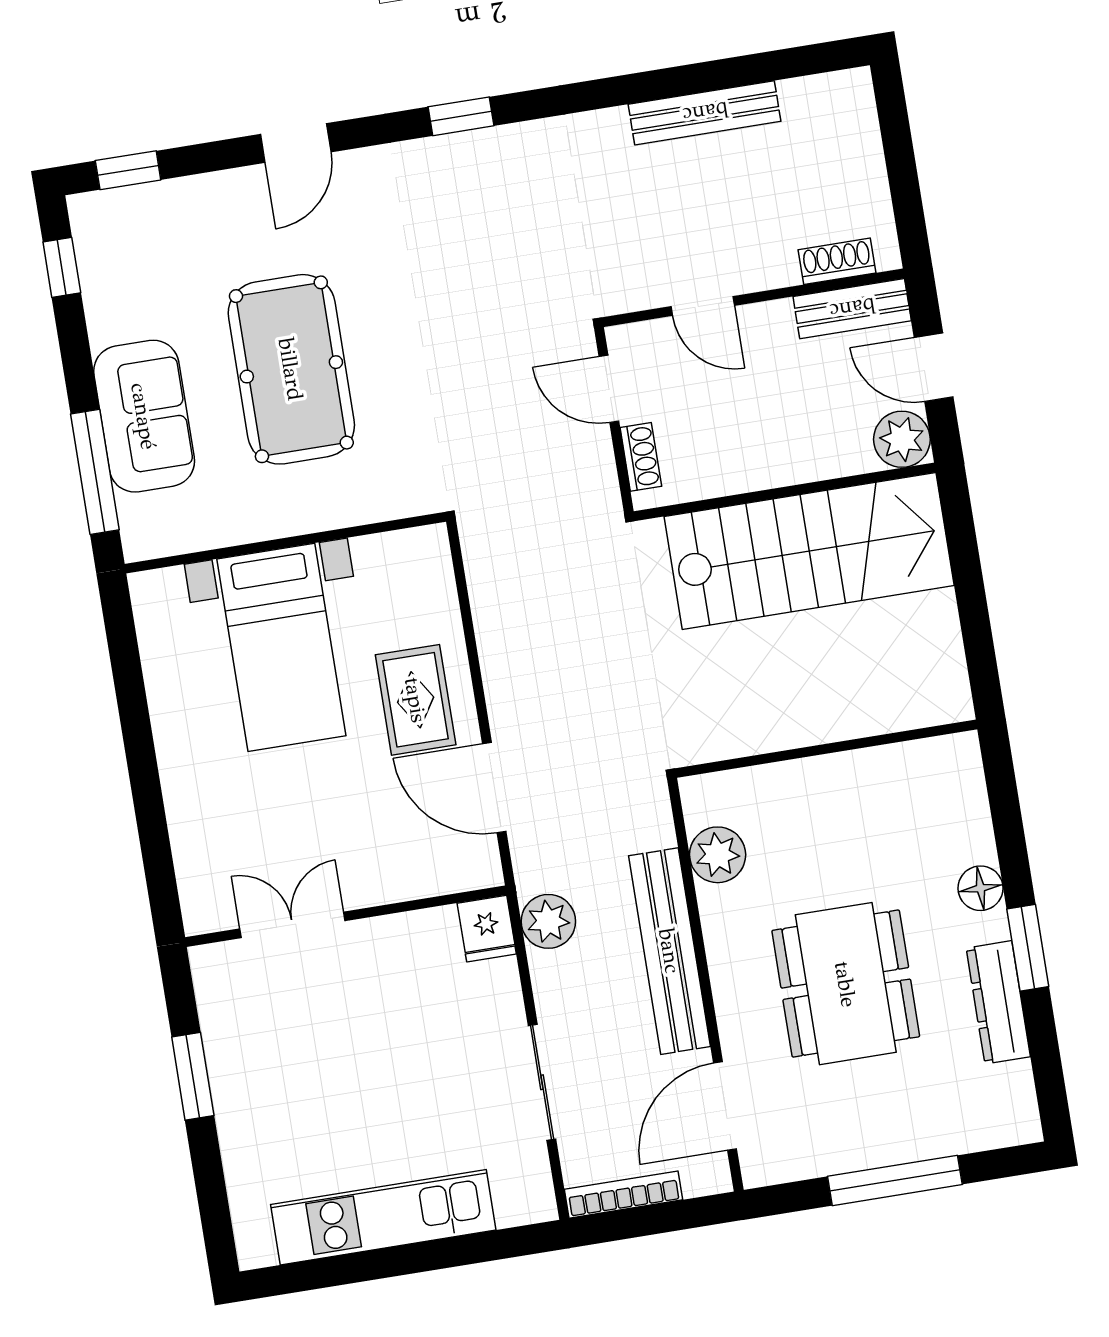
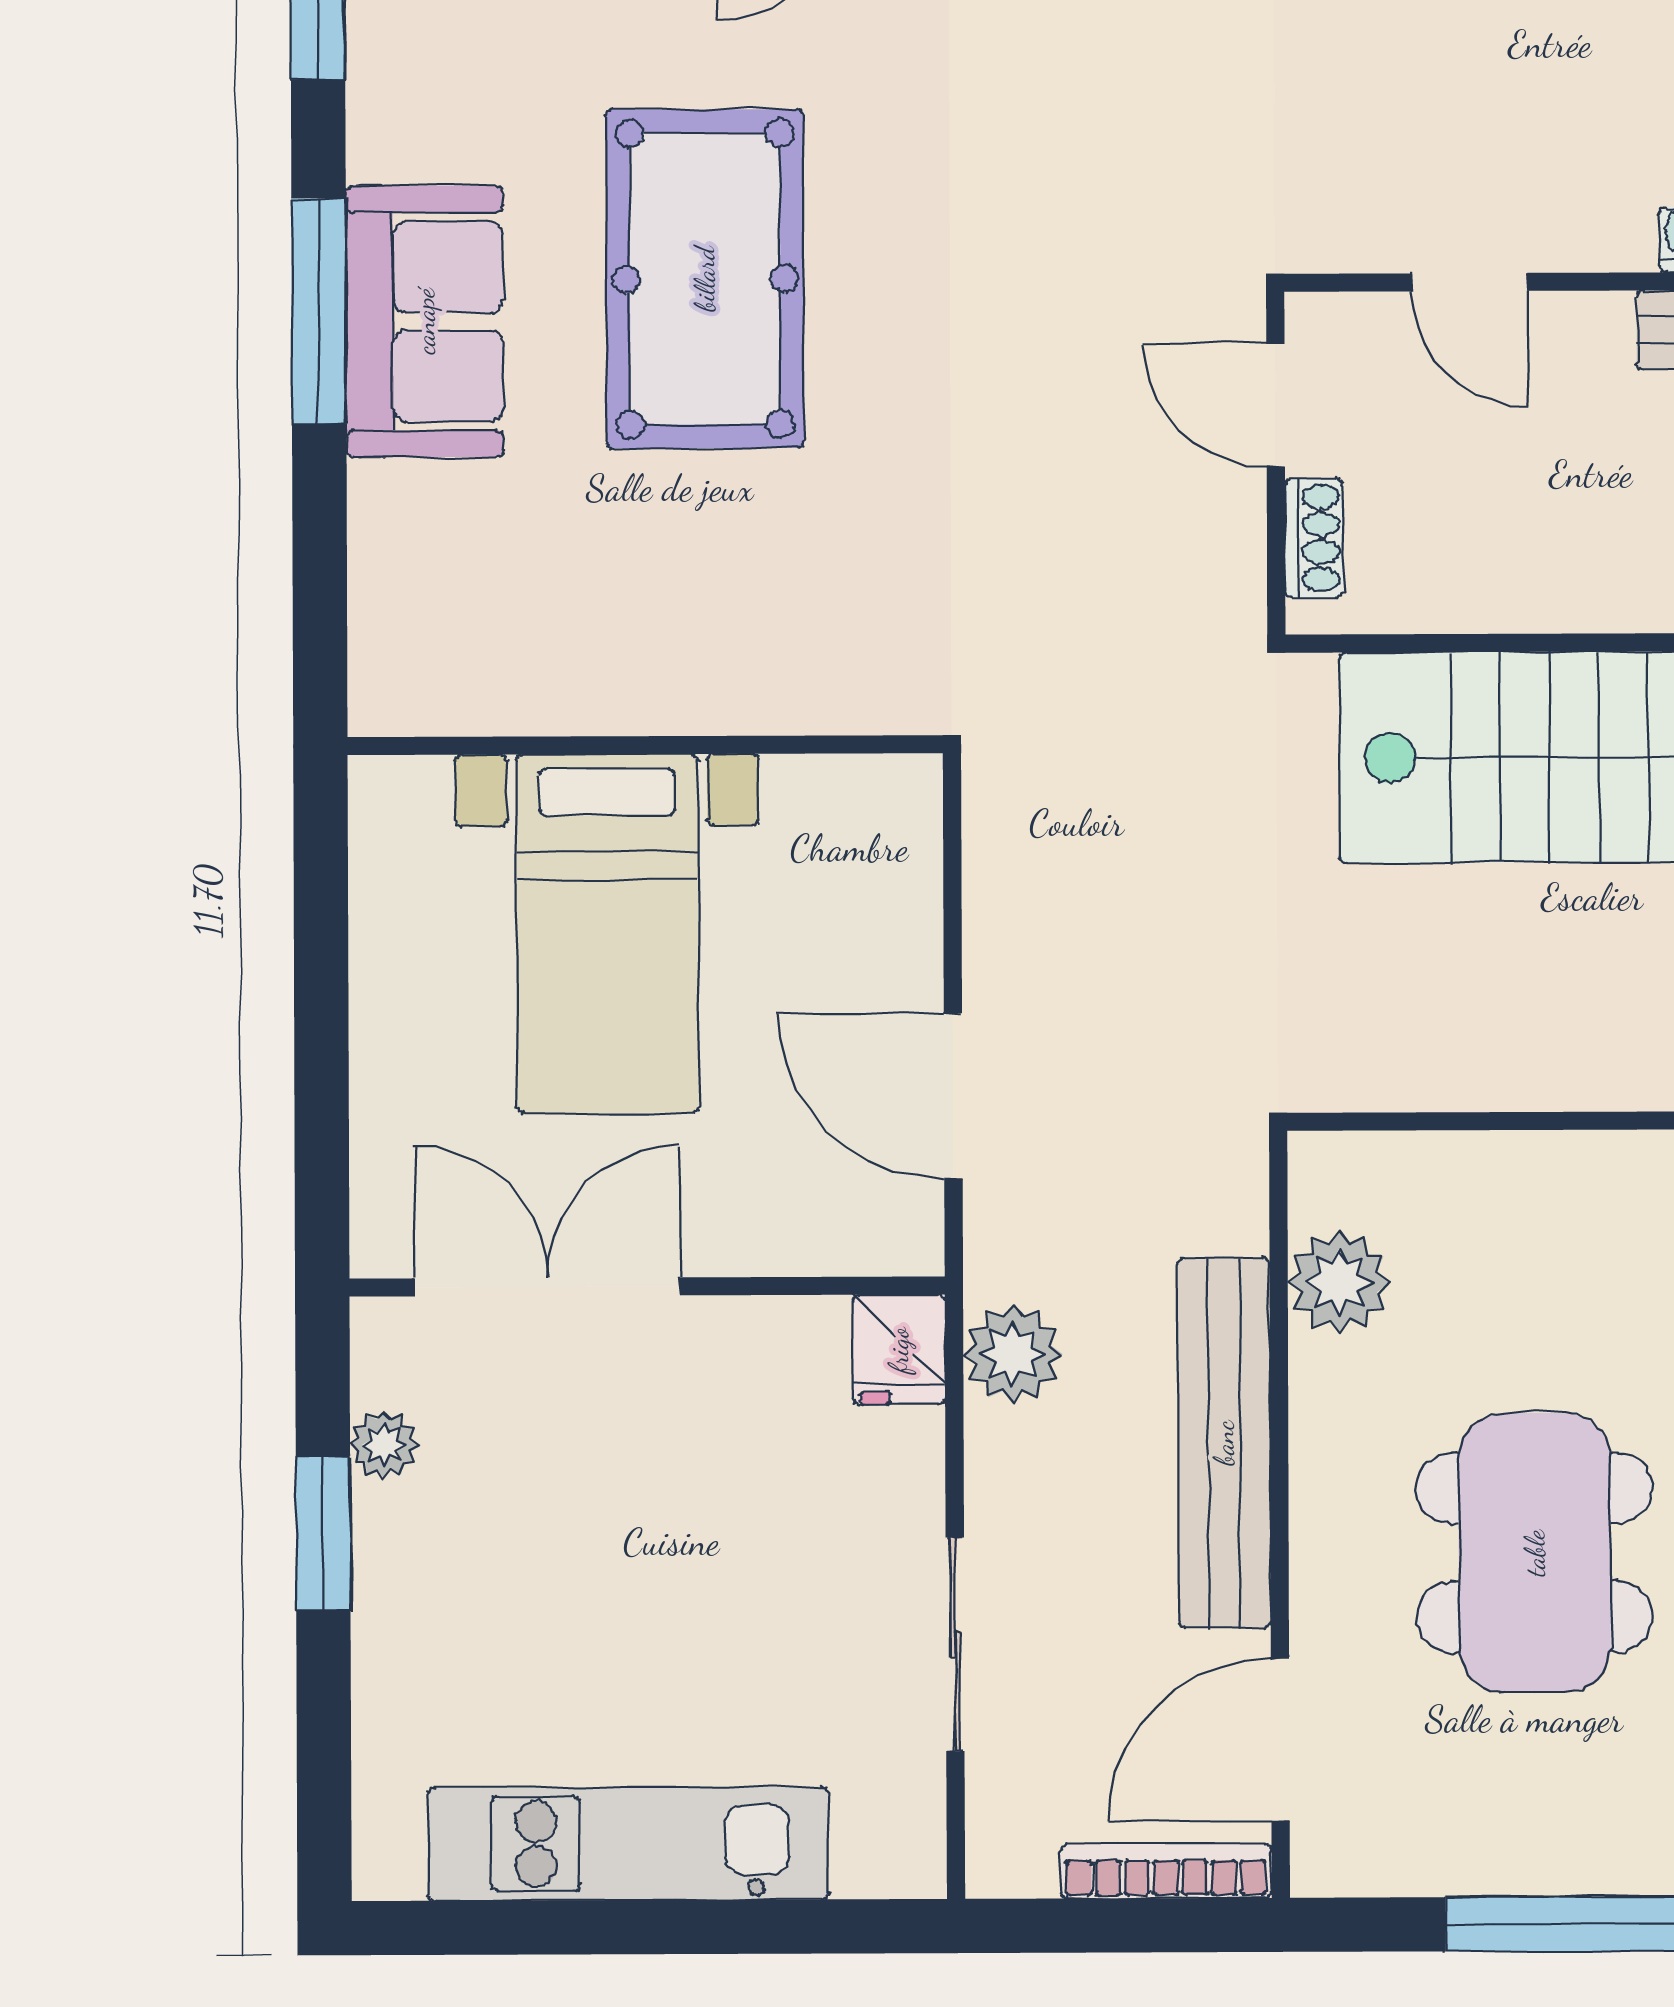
window: (95, 472) -> (319, 311), moved
wall: (285, 543) -> (645, 745), moved
bed with nightstands: (281, 647) -> (608, 934), moved
rug: (416, 700) -> (836, 914), removed
double door: (292, 925) -> (548, 1287), width x1.37
plant: (218, 1024) -> (384, 1445), added
bookcase: (623, 1195) -> (1166, 1871), moved

